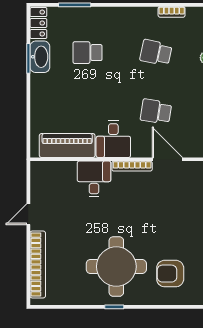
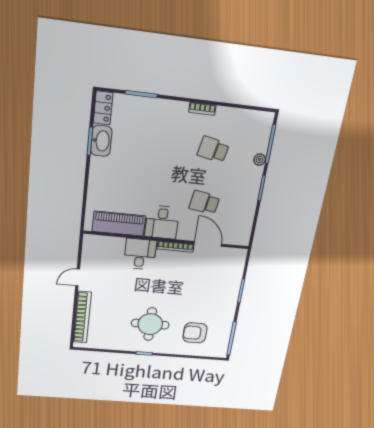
bookcase: (172, 12) -> (202, 109), moved
school desk: (87, 53) -> (148, 142), removed
round table: (116, 267) -> (150, 324), width x0.73, depth x0.73

